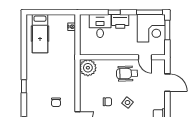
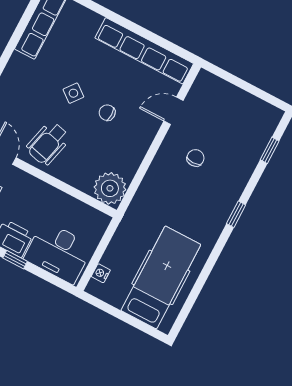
desk: (100, 26) -> (58, 252), width x1.37
hospital bed: (40, 34) -> (161, 277), width x1.37, depth x1.29
wheelchair: (127, 74) -> (48, 143), turned 106

